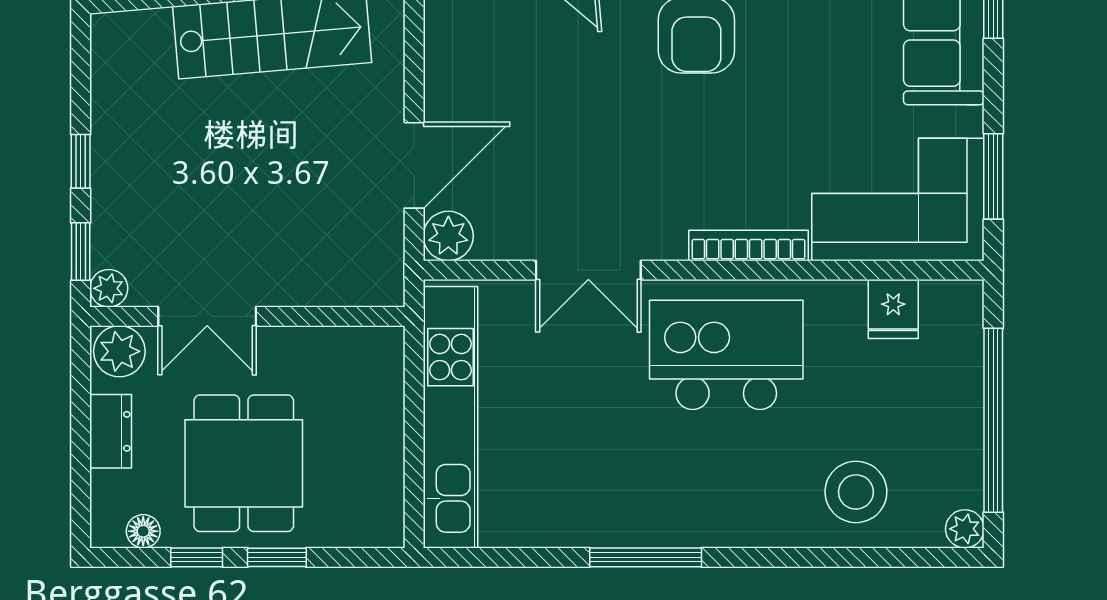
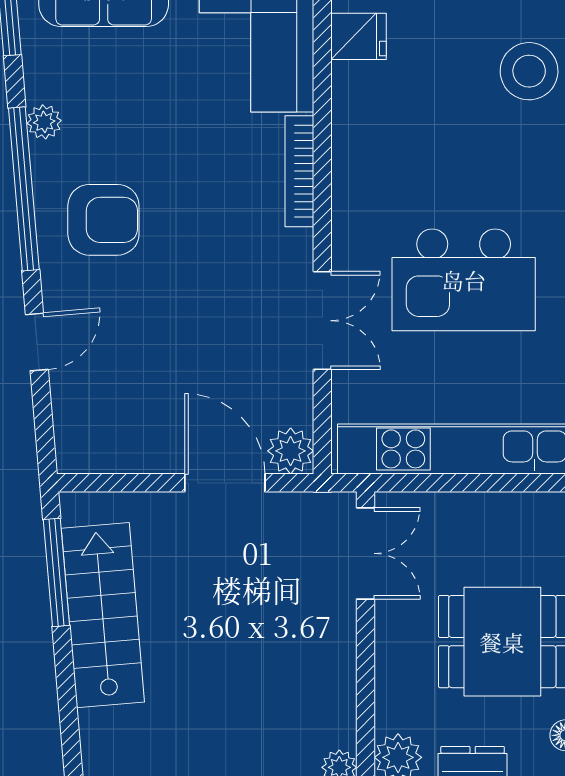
double door: (207, 316) -> (365, 553), moved
kitchen island: (726, 355) -> (464, 280), moved, turned -90

